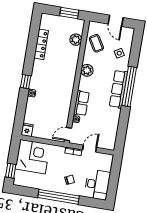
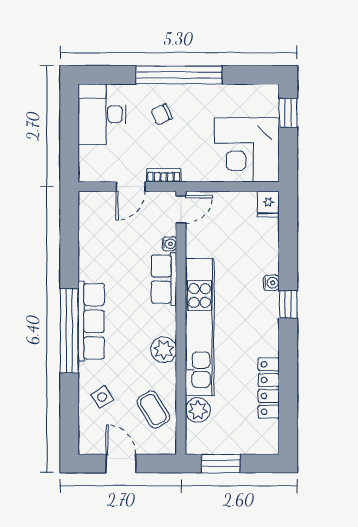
kitchen unit: (69, 78) -> (200, 327), added

